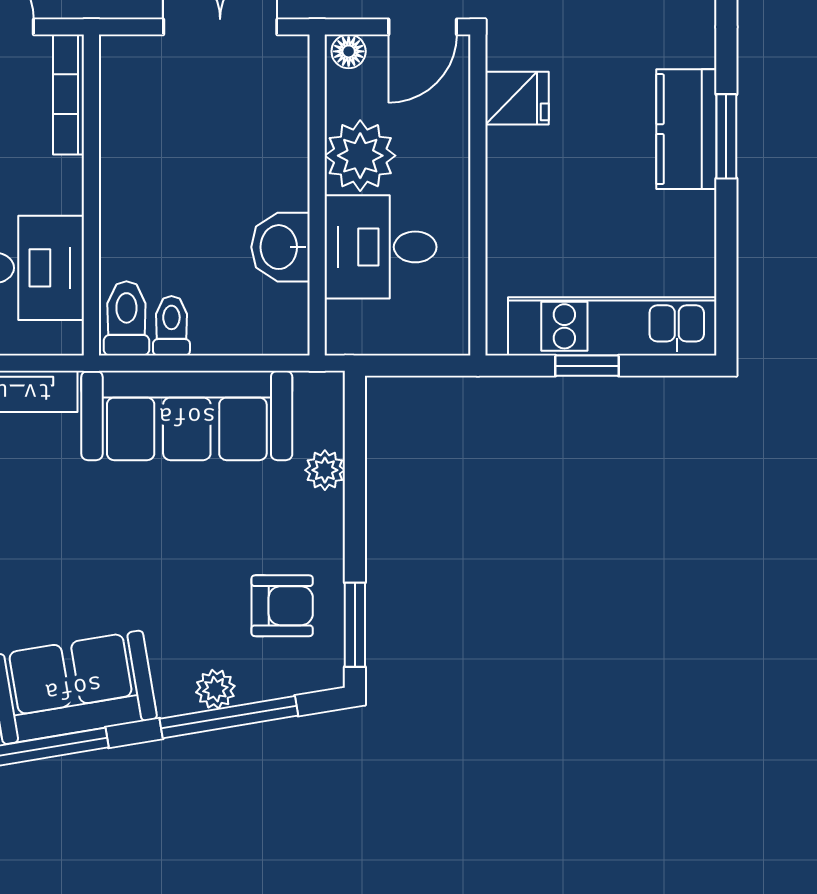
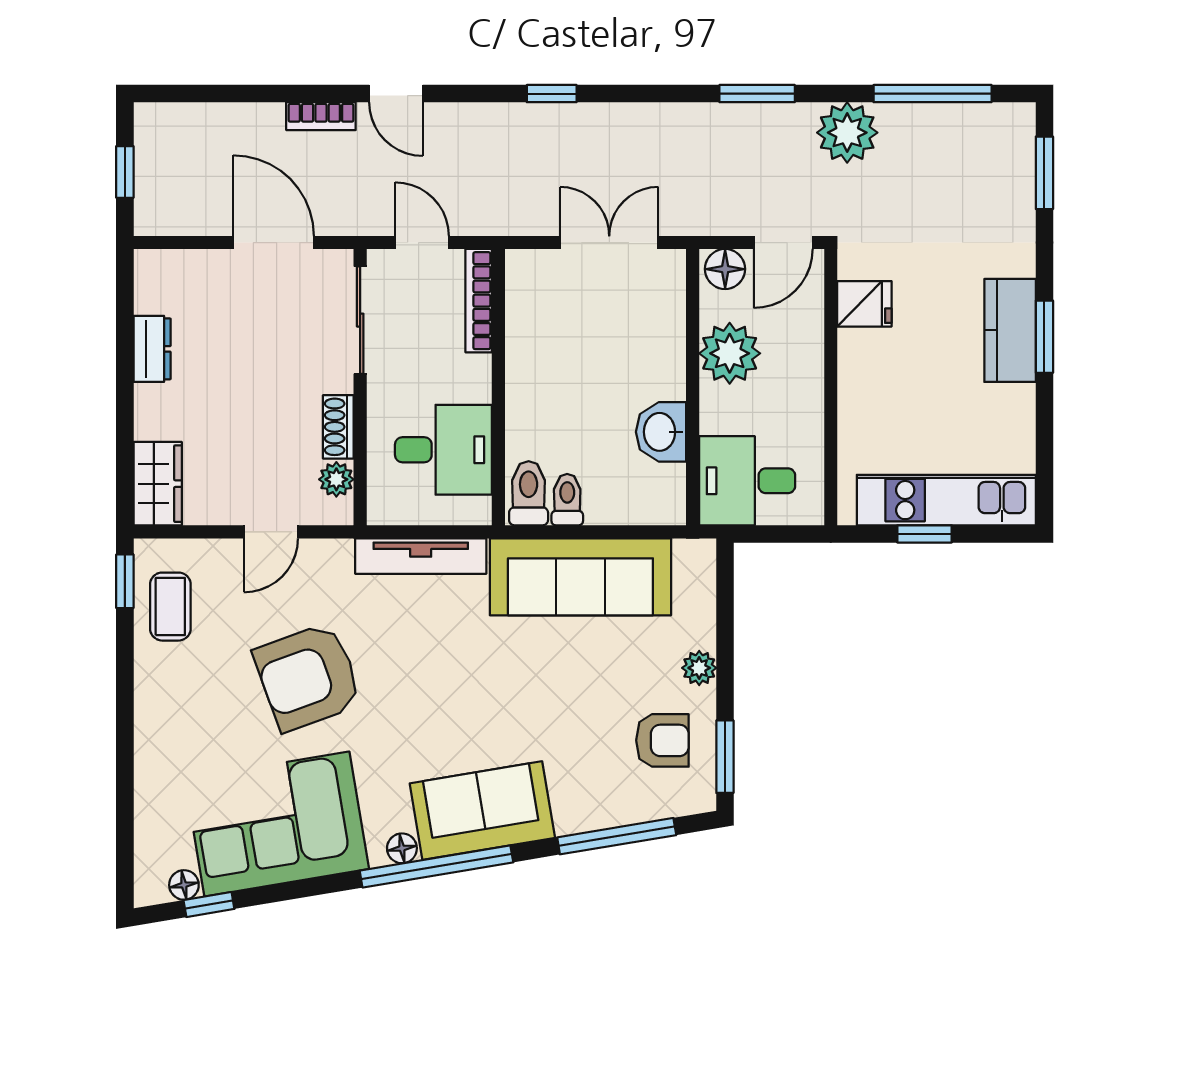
floor lamp: (349, 51) -> (725, 269), width x1.37, depth x1.37
desk: (381, 247) -> (747, 481), moved
plant: (325, 470) -> (699, 668), moved
plant: (215, 689) -> (605, 812), removed

